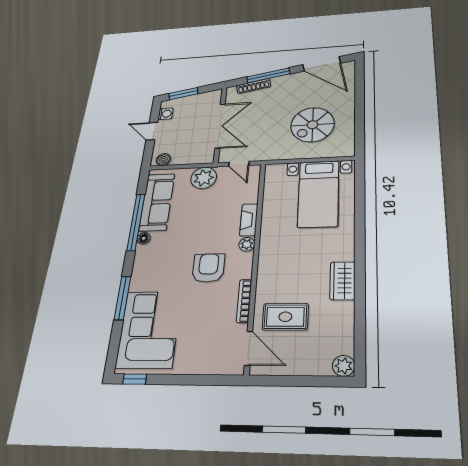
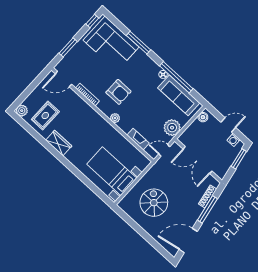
fireplace: (249, 220) -> (138, 139), moved
rug: (285, 317) -> (45, 116), moved
window: (198, 380) -> (68, 47), added

